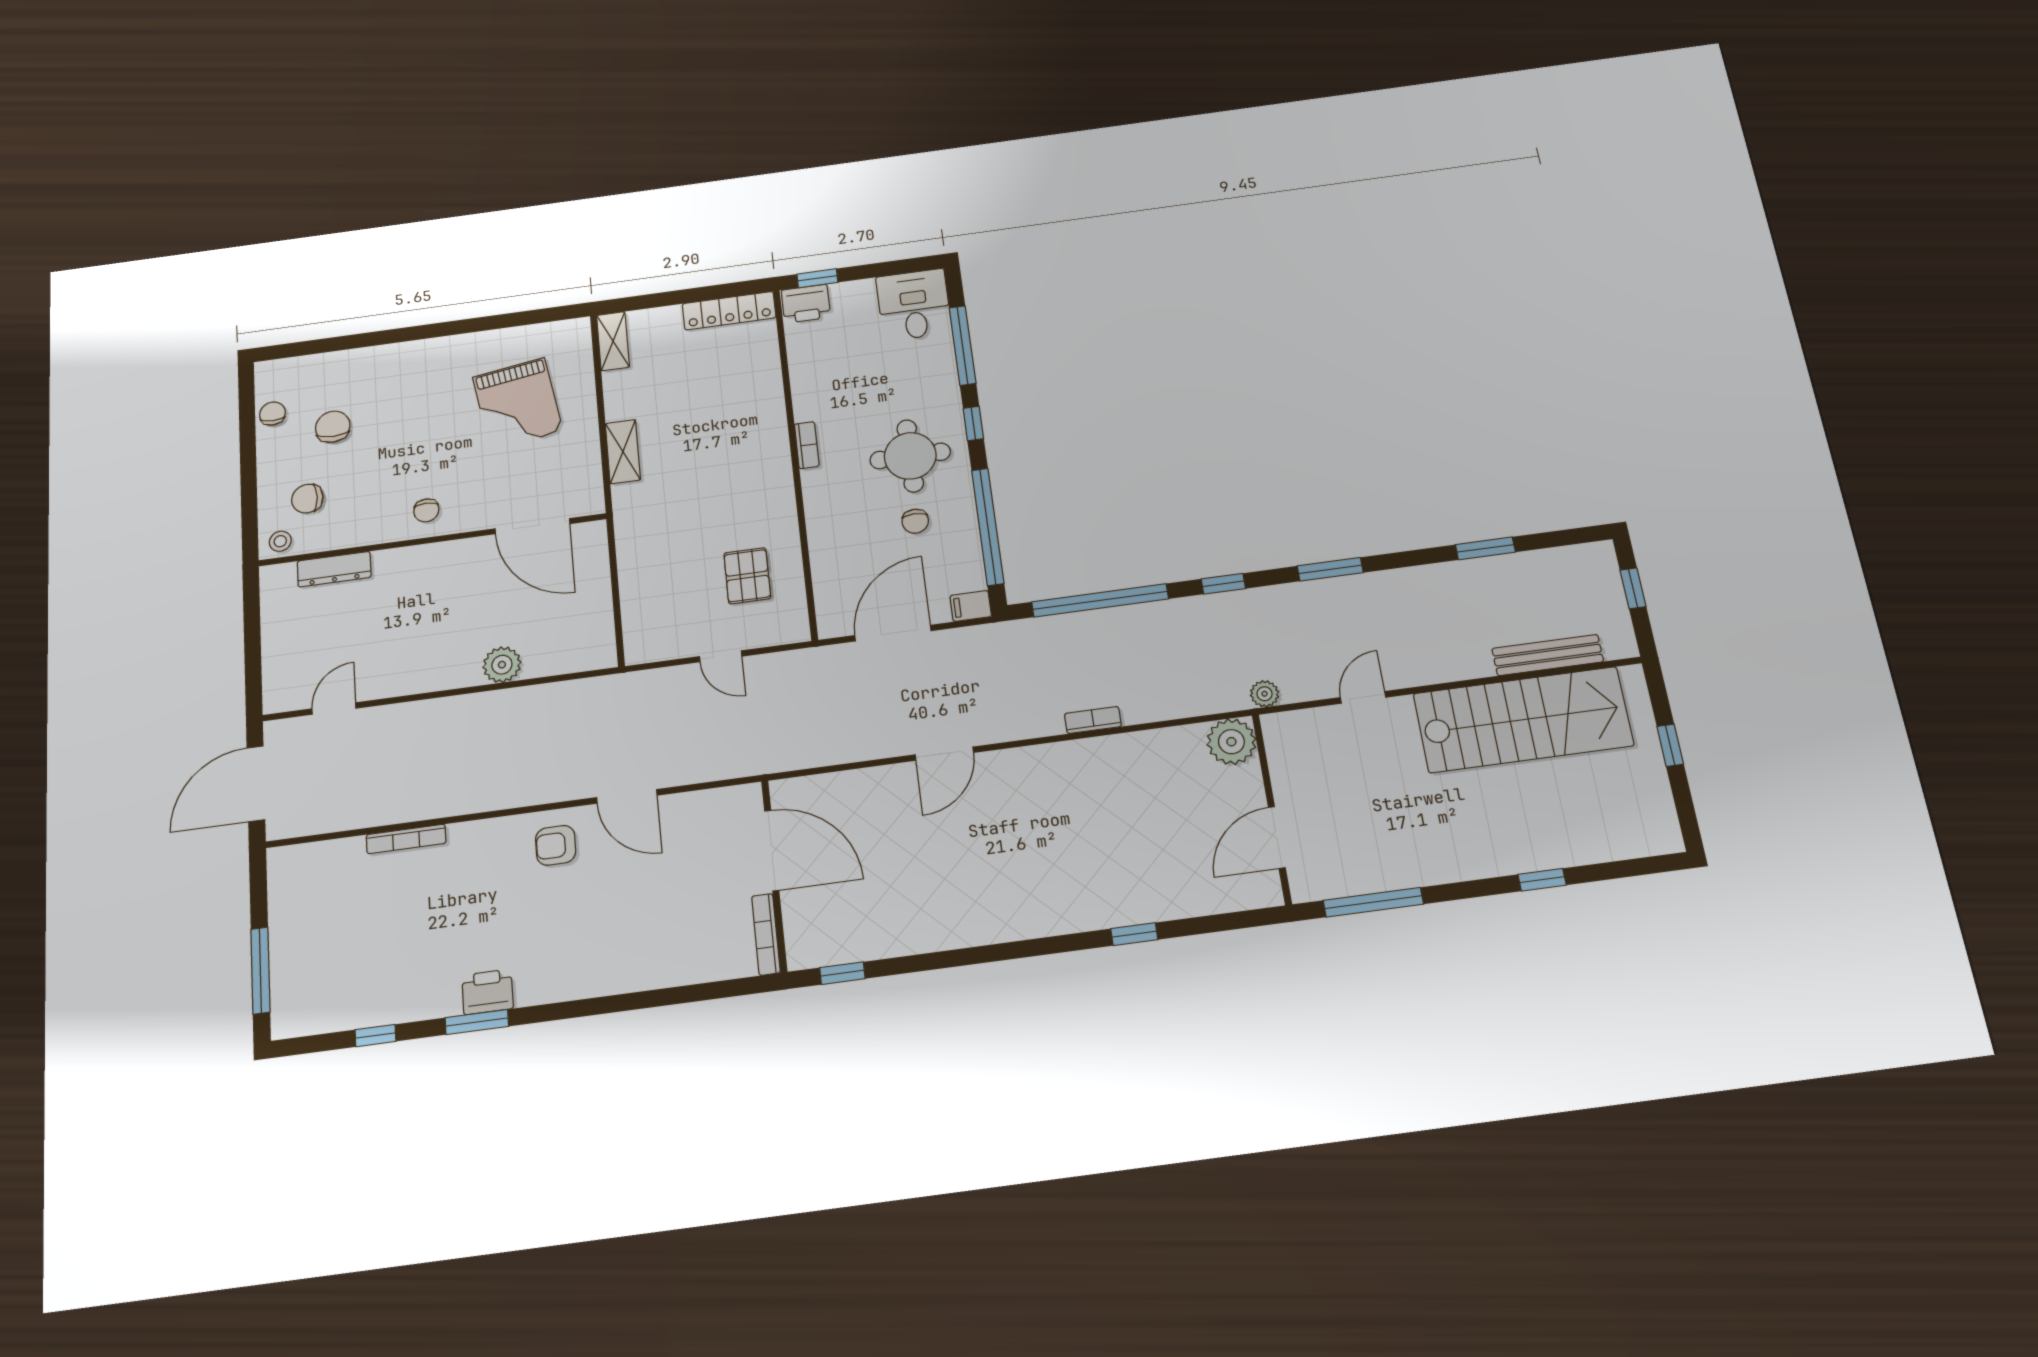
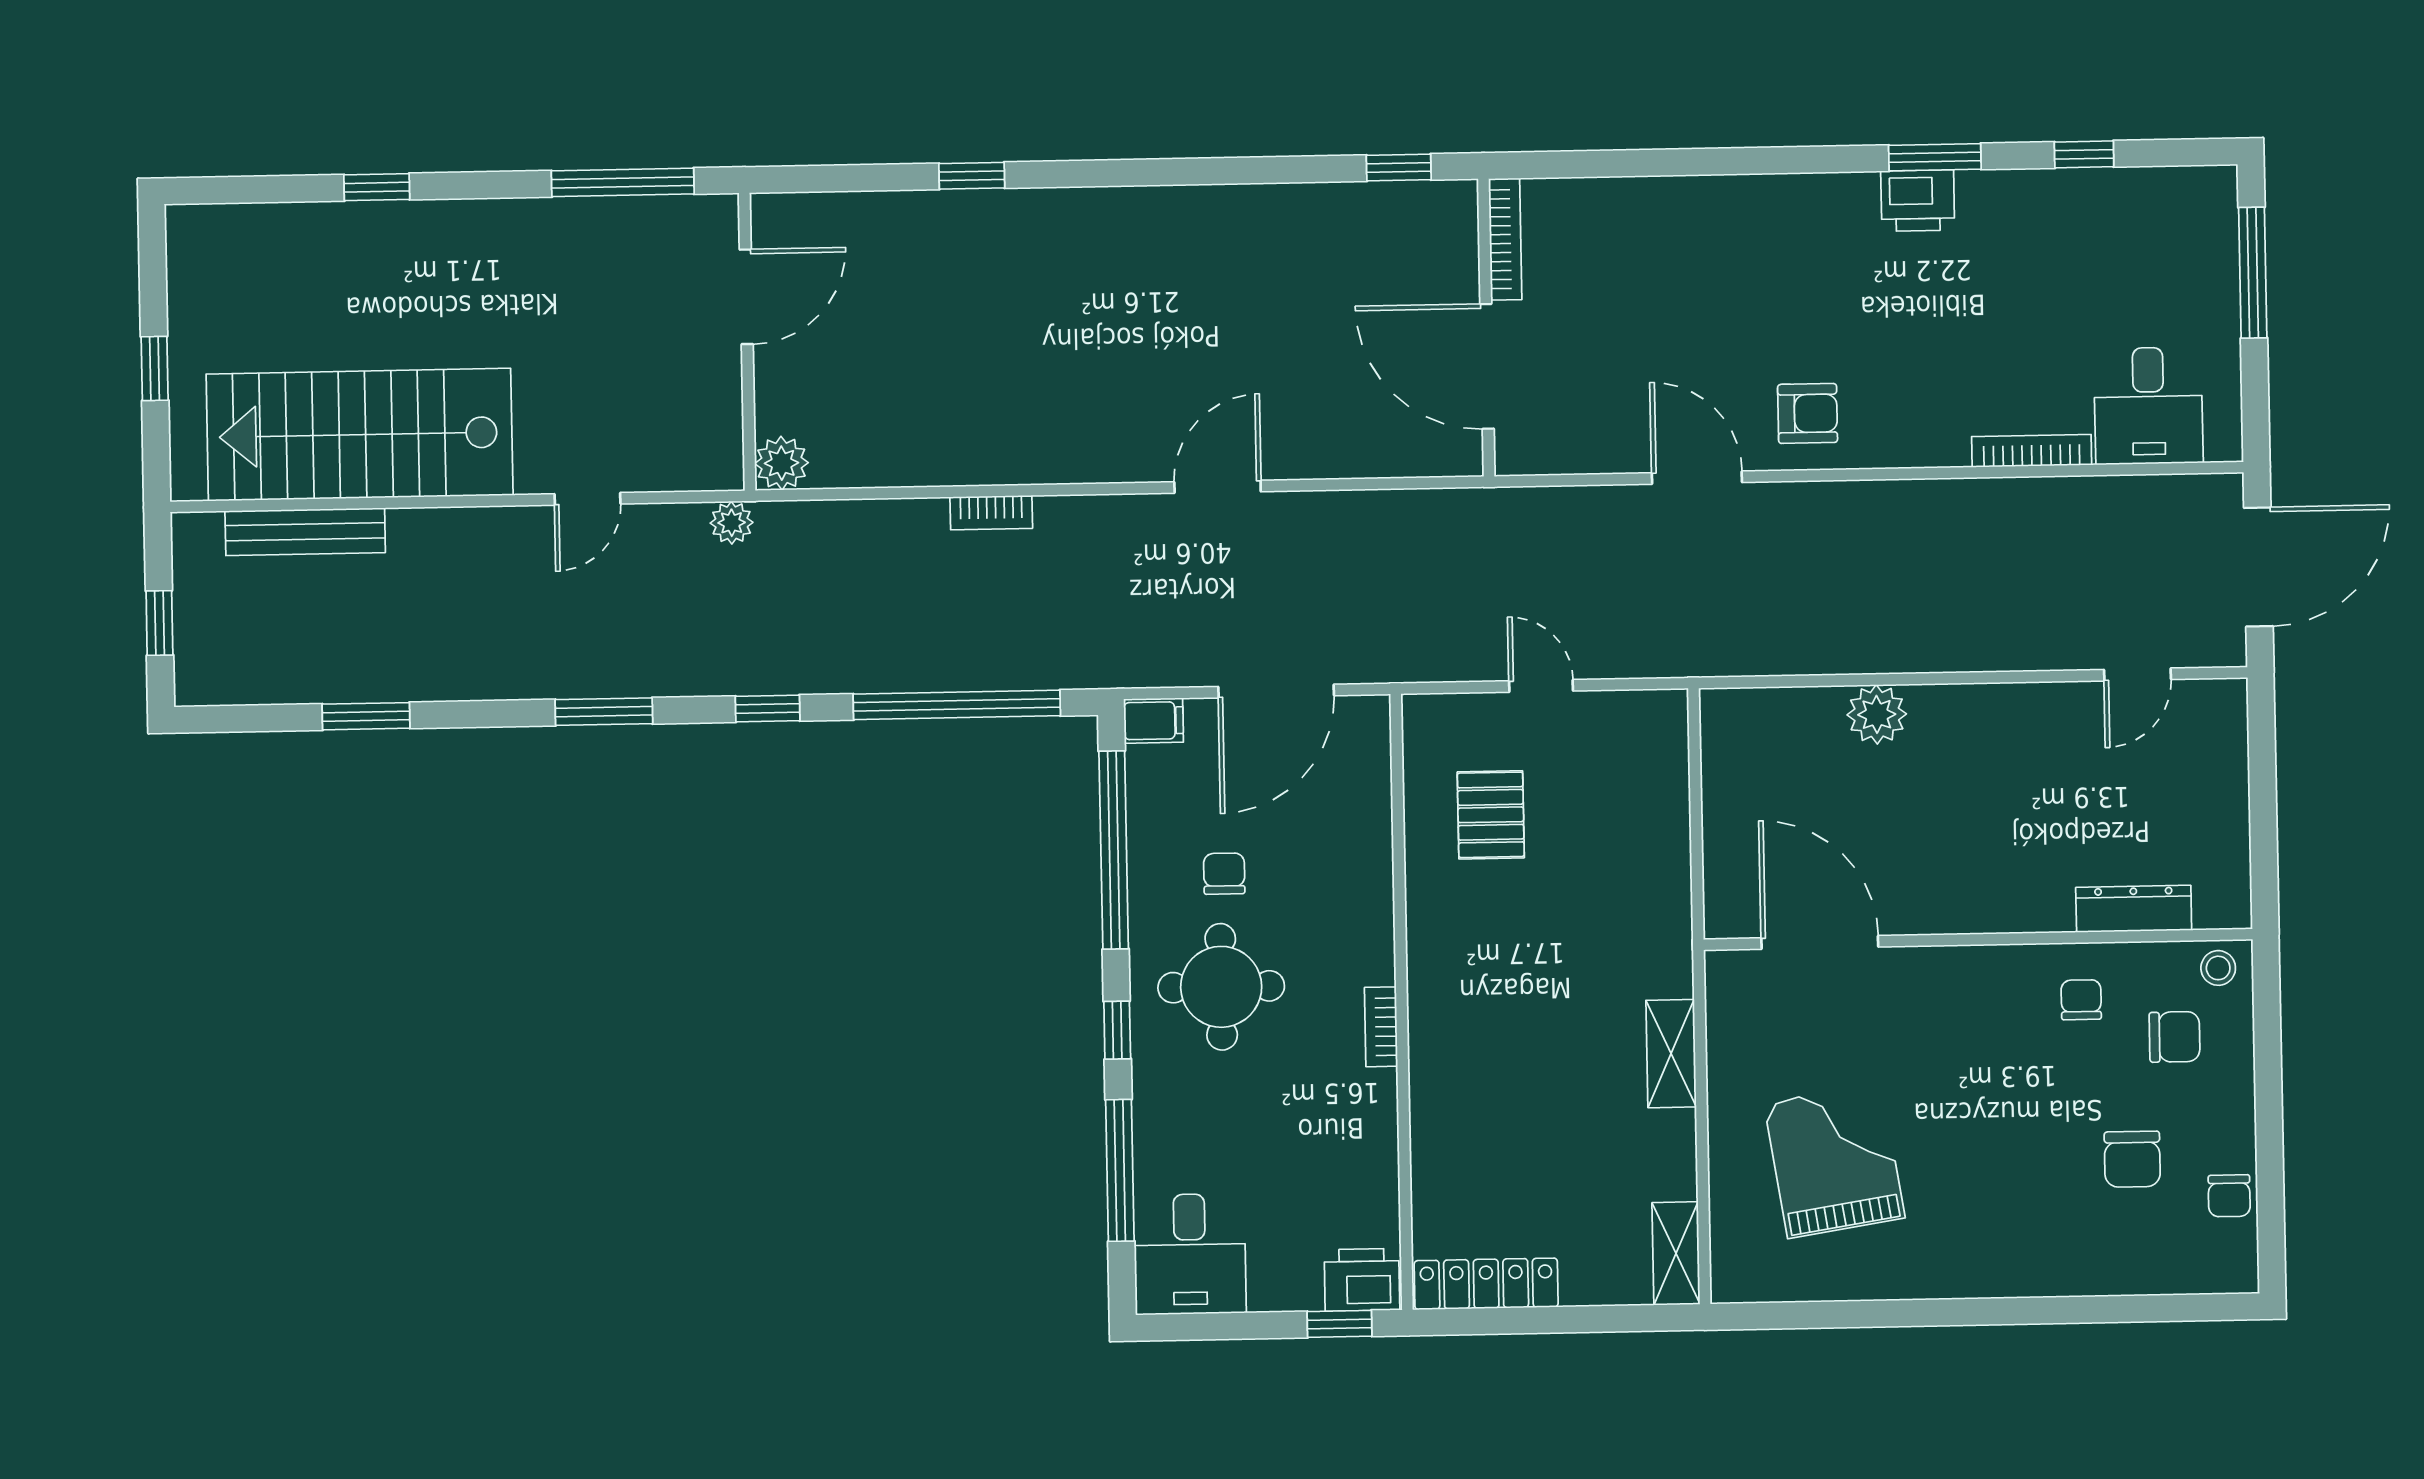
chair: (426, 510) -> (2081, 1000), moved
plant: (1231, 742) -> (781, 463), width x0.73, depth x0.73
desk: (329, 876) -> (2148, 406), added

